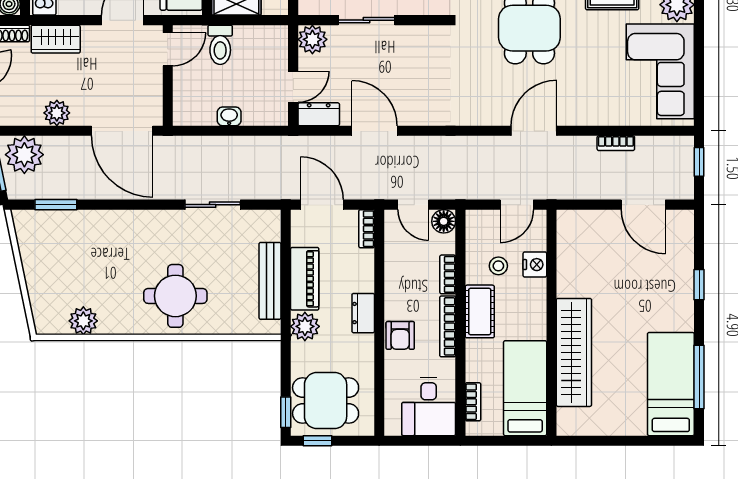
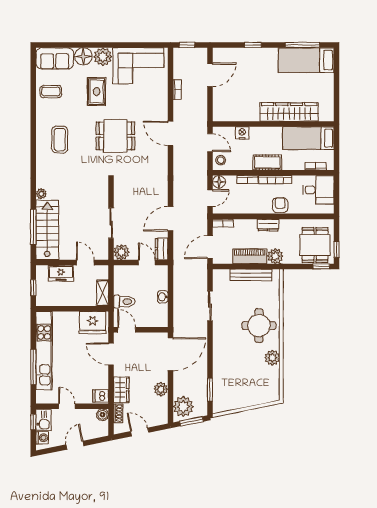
stool: (498, 266) -> (221, 160), moved
plant: (83, 321) -> (272, 358), moved
armchair: (400, 335) -> (280, 205), turned -90

